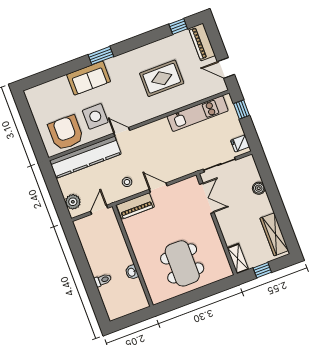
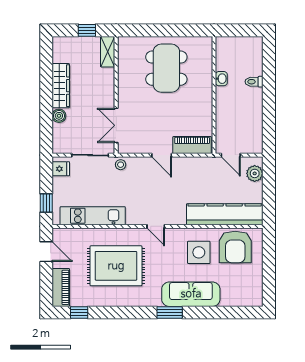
sofa: (89, 78) -> (191, 294), width x1.36
rug: (162, 78) -> (116, 266), width x1.37, depth x1.44
door: (122, 132) -> (156, 226), moved
stool: (127, 182) -> (121, 165), moved
door: (99, 210) -> (231, 155), hinge flipped
wardrobe: (274, 234) -> (61, 86), moved

